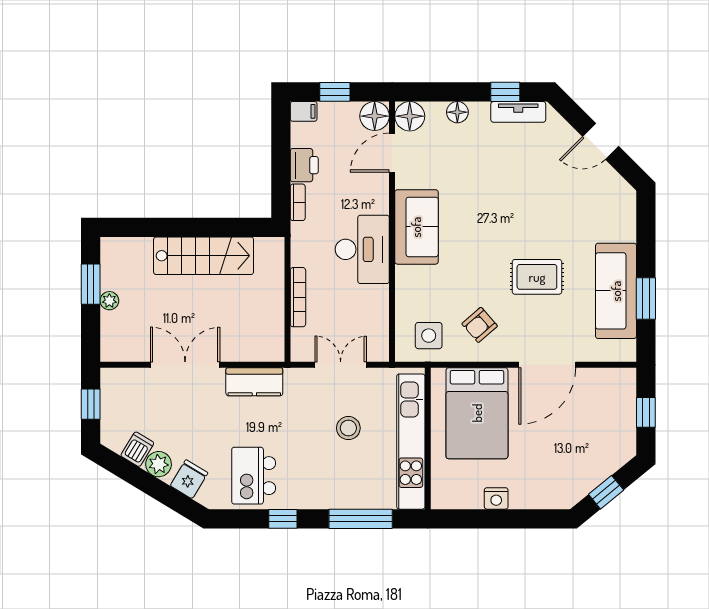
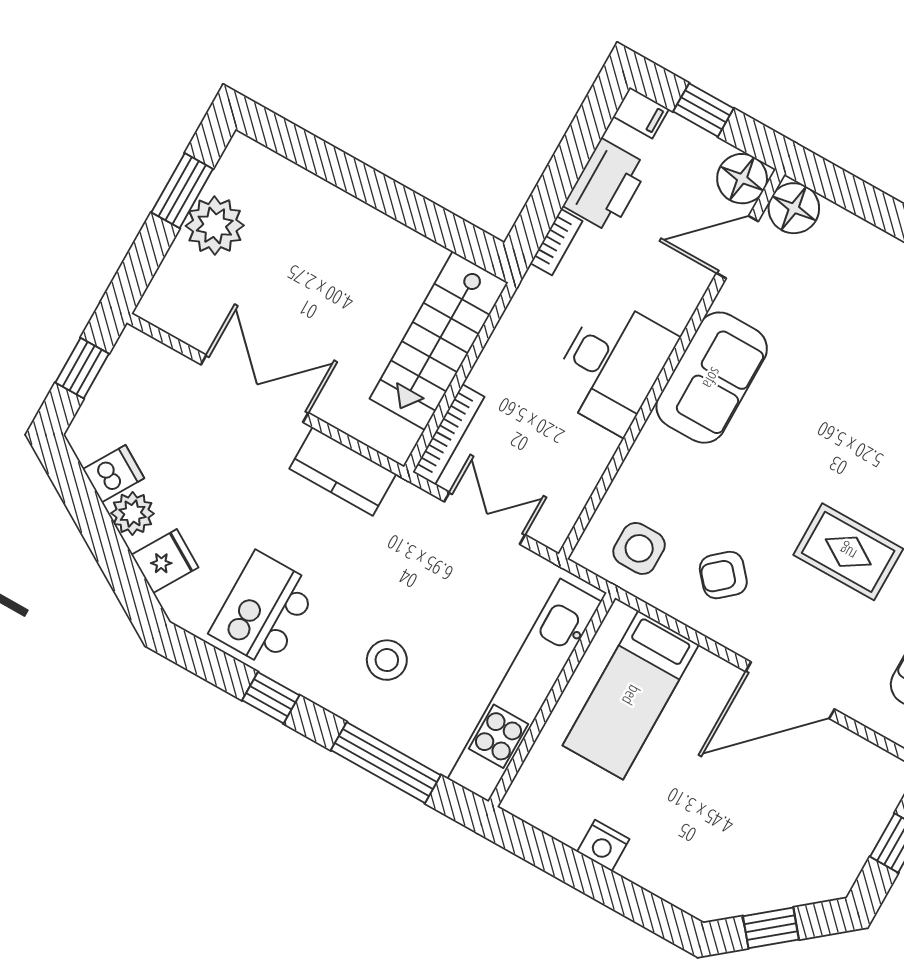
floor lamp: (457, 112) -> (868, 242), removed
printer: (304, 165) -> (606, 186), width x1.37, depth x1.19
stairs: (204, 256) -> (439, 341), moved, turned 90
bookcase: (298, 297) -> (449, 434), moved
plant: (109, 301) -> (215, 226), width x1.88, depth x1.88
bed: (477, 413) -> (631, 695), width x0.67
stool: (348, 428) -> (387, 660), moved

